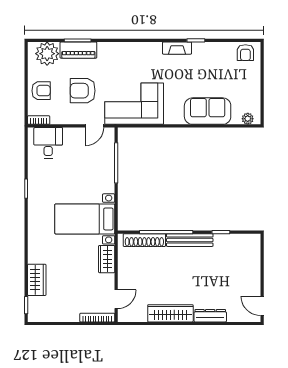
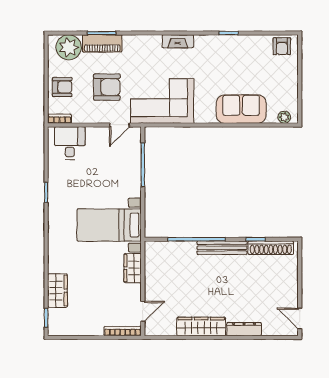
fireplace: (177, 48) -> (178, 41), moved
armchair: (83, 91) -> (107, 87), turned 180
shoe rack: (144, 240) -> (271, 248), moved

